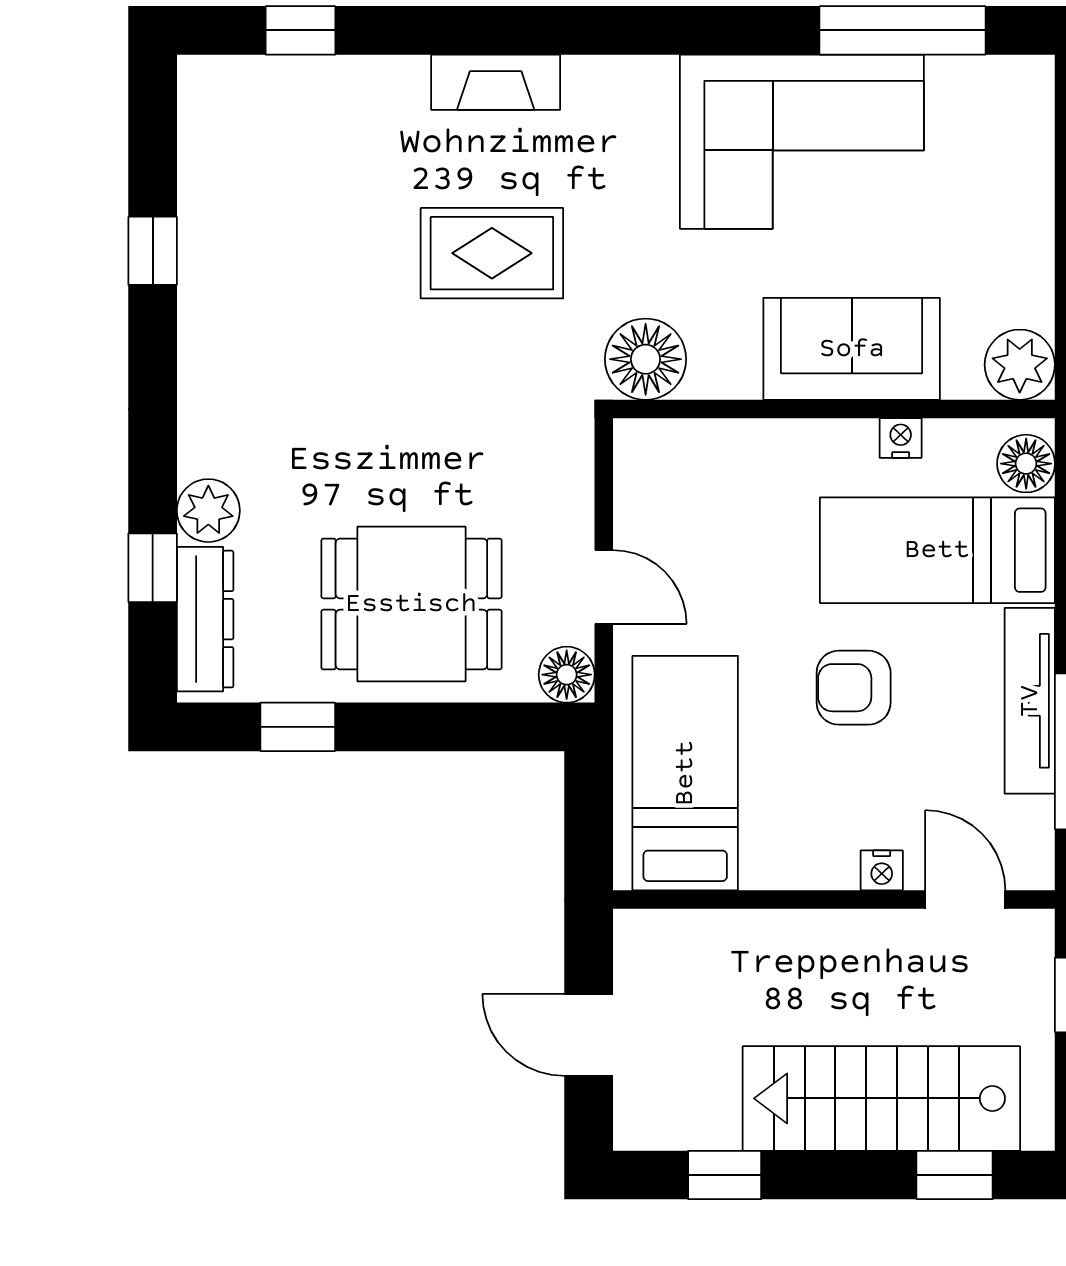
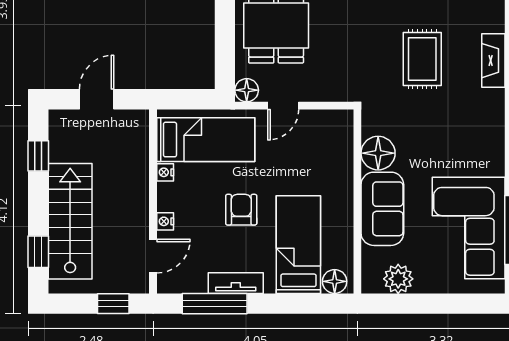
corner sofa: (802, 142) -> (469, 228), moved
floor lamp: (646, 359) -> (378, 153), moved
plant: (1020, 365) -> (398, 279), moved
nightstand: (901, 438) -> (165, 172), moved, turned 180
tv unit: (1030, 701) -> (236, 283), width x0.71

